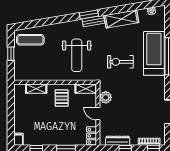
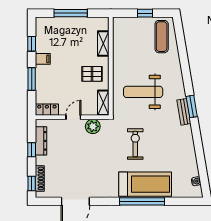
shelving: (121, 19) -> (186, 145), removed
window: (11, 116) -> (71, 13), added
filing cabinet: (19, 139) -> (43, 59), moved

